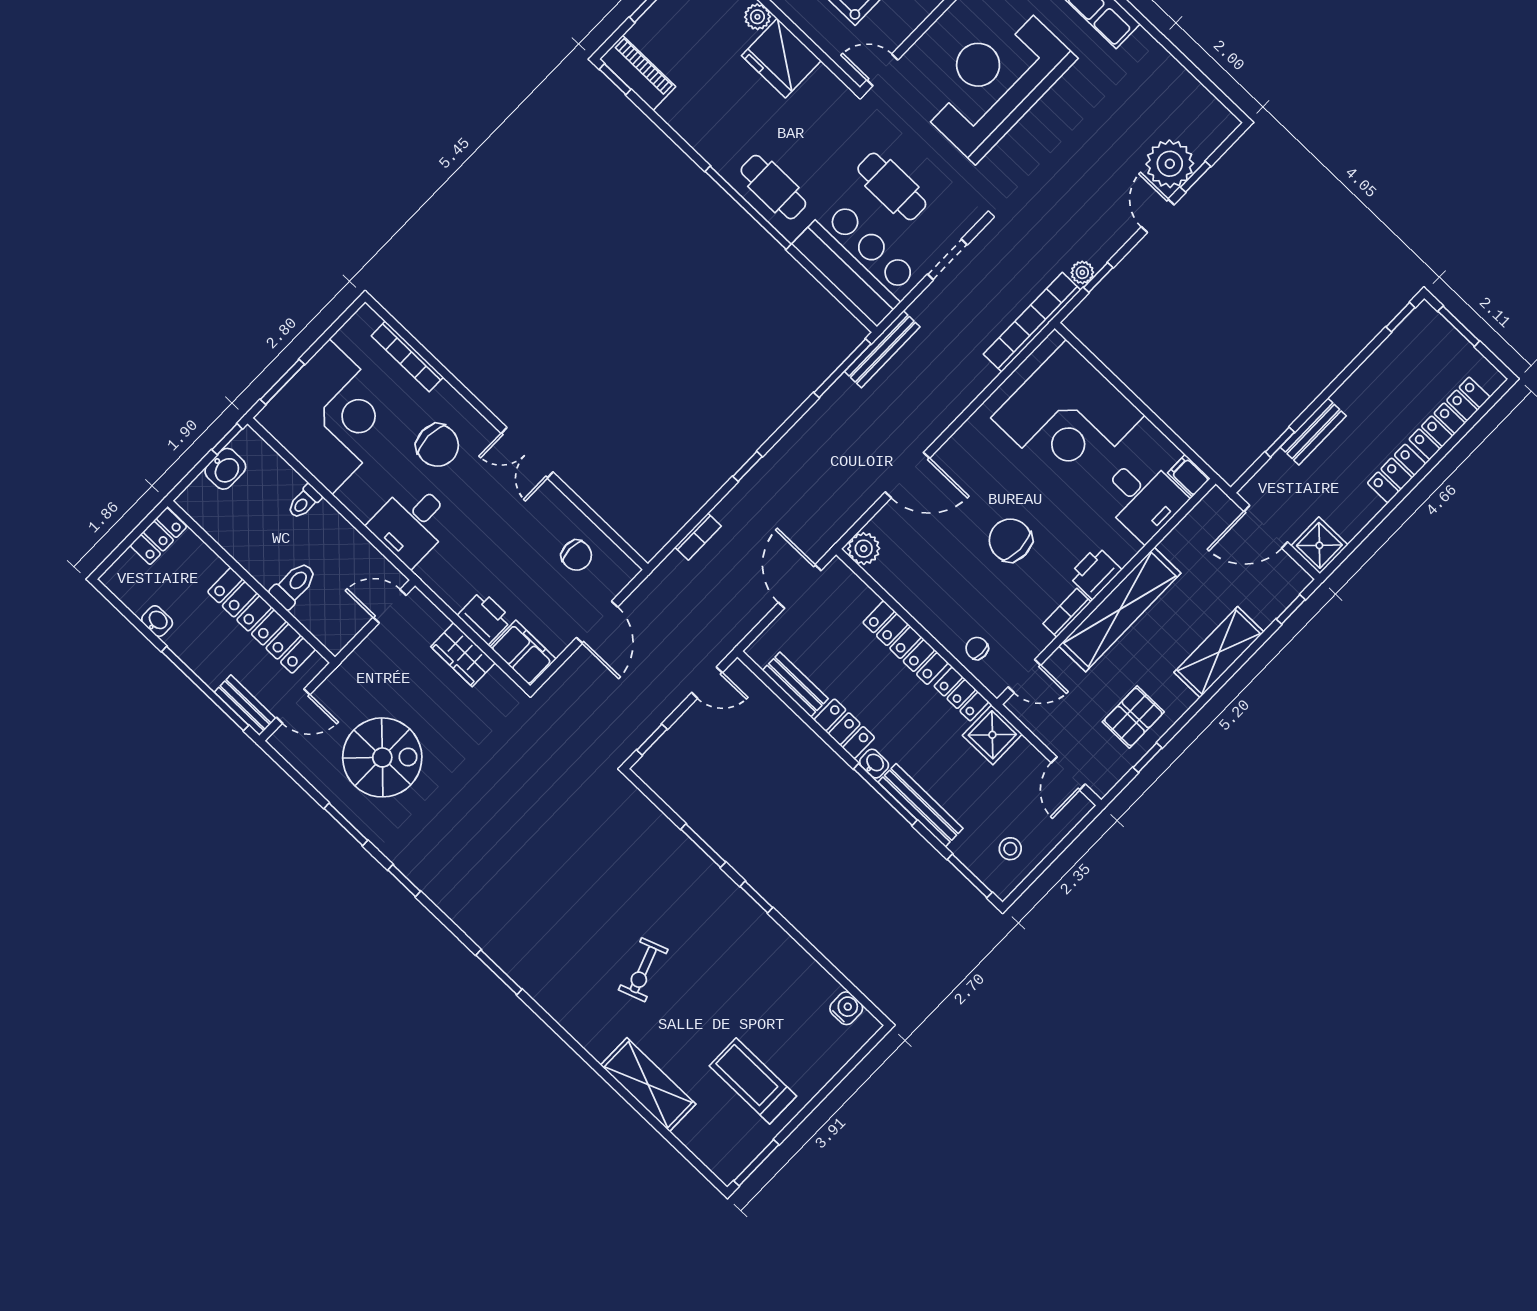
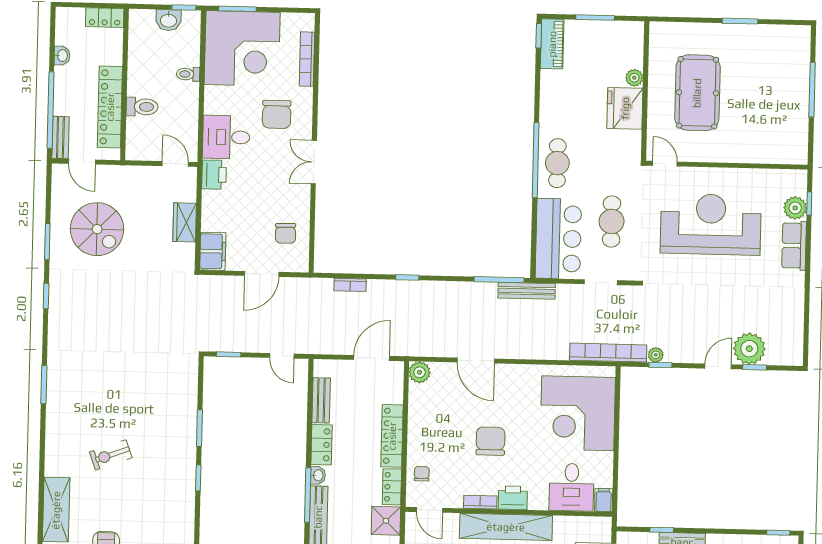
printer: (485, 617) -> (214, 175), moved

